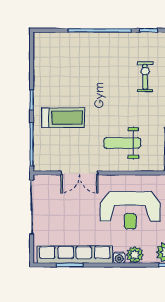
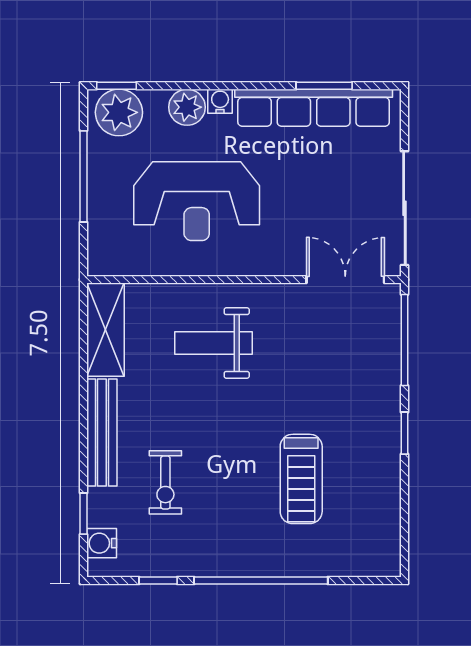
treadmill: (63, 118) -> (301, 479), moved, turned -90
weight bench: (122, 143) -> (213, 343), turned 180
double door: (79, 173) -> (345, 280), moved
reception desk: (130, 210) -> (197, 201), turned 180

